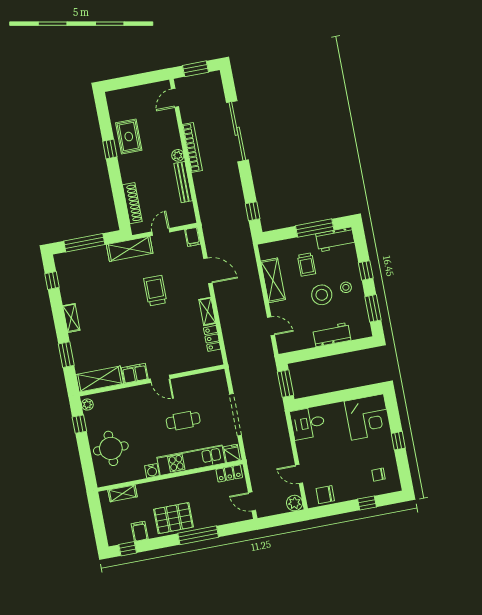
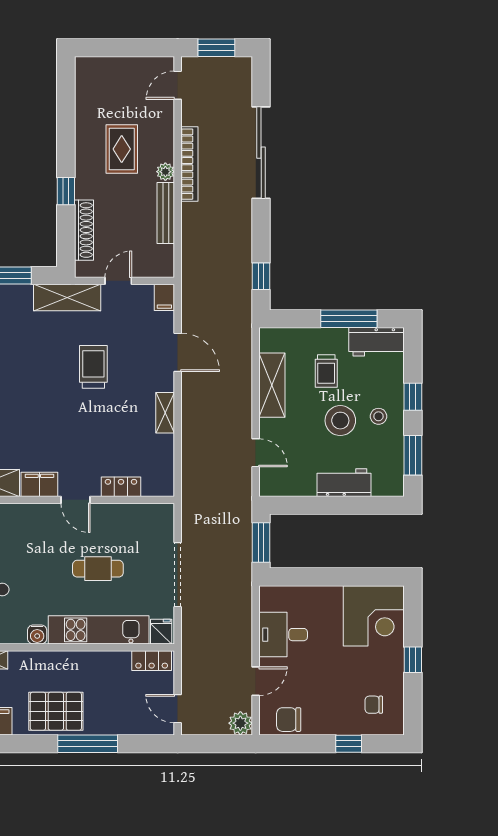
rug: (129, 137) -> (122, 149), moved
window: (110, 149) -> (66, 191), moved
locker: (212, 338) -> (121, 487), moved, turned 90
desk: (308, 423) -> (283, 635), moved
door: (299, 474) -> (256, 681), swing flipped

